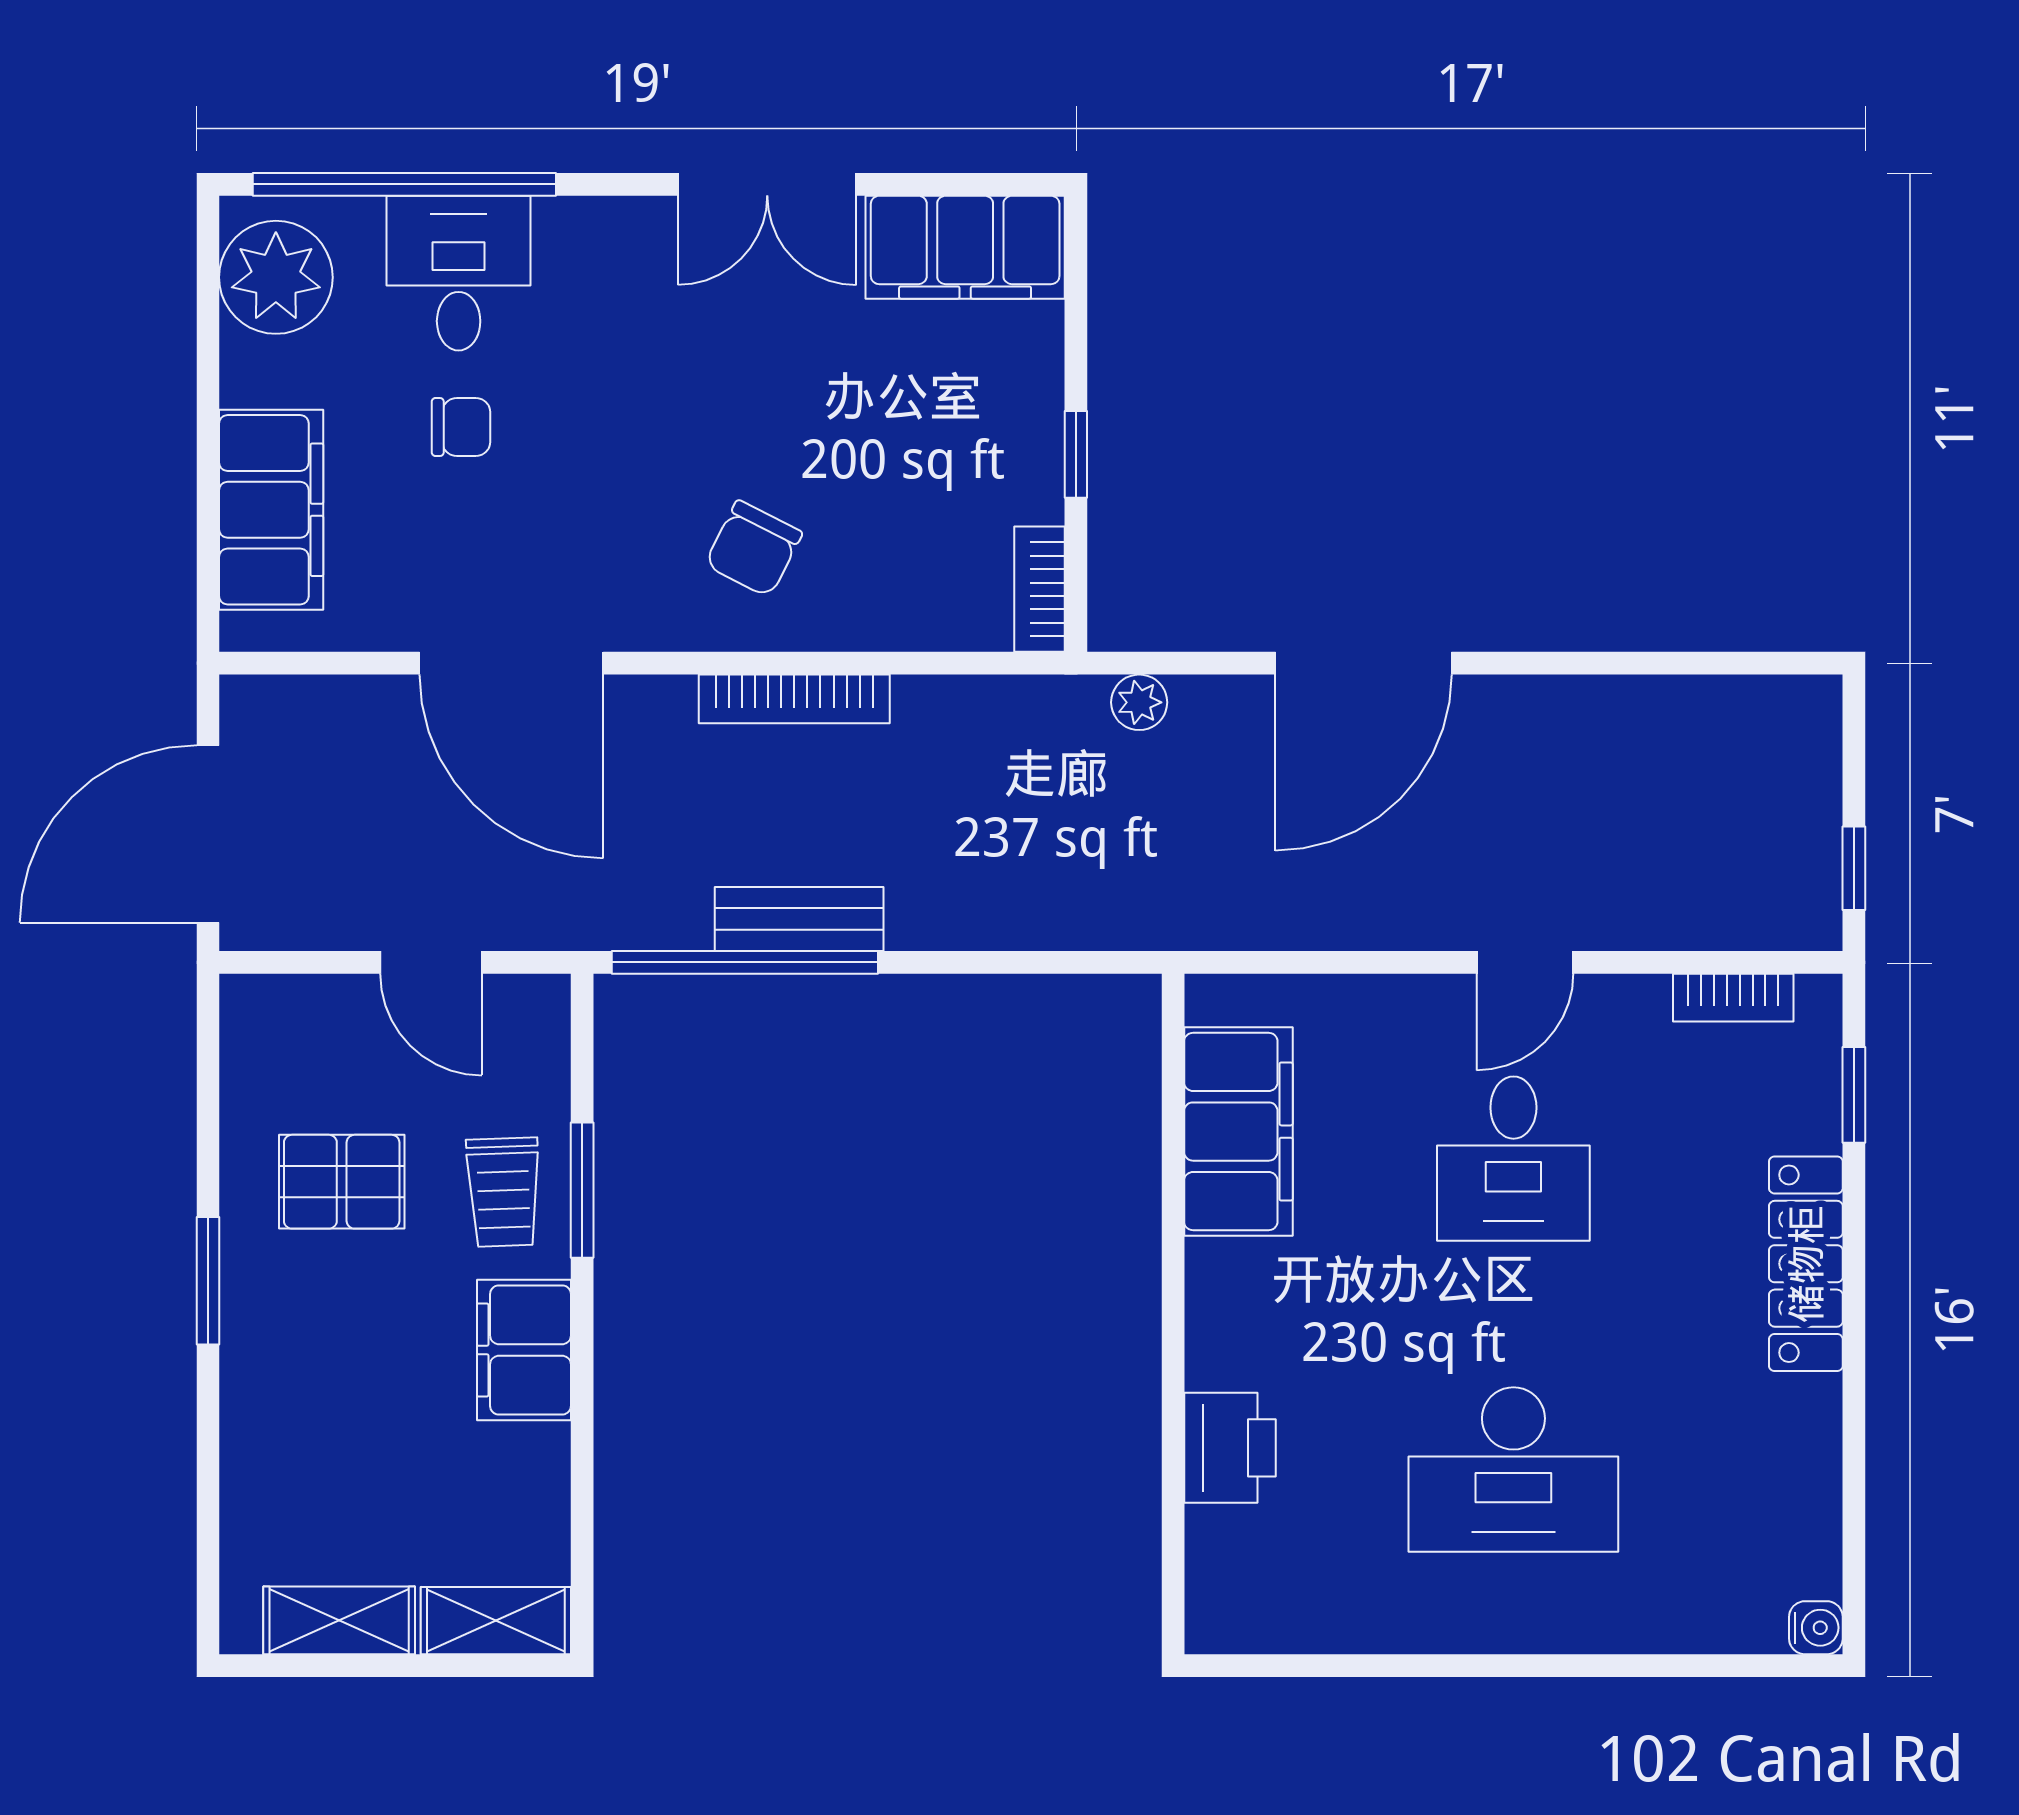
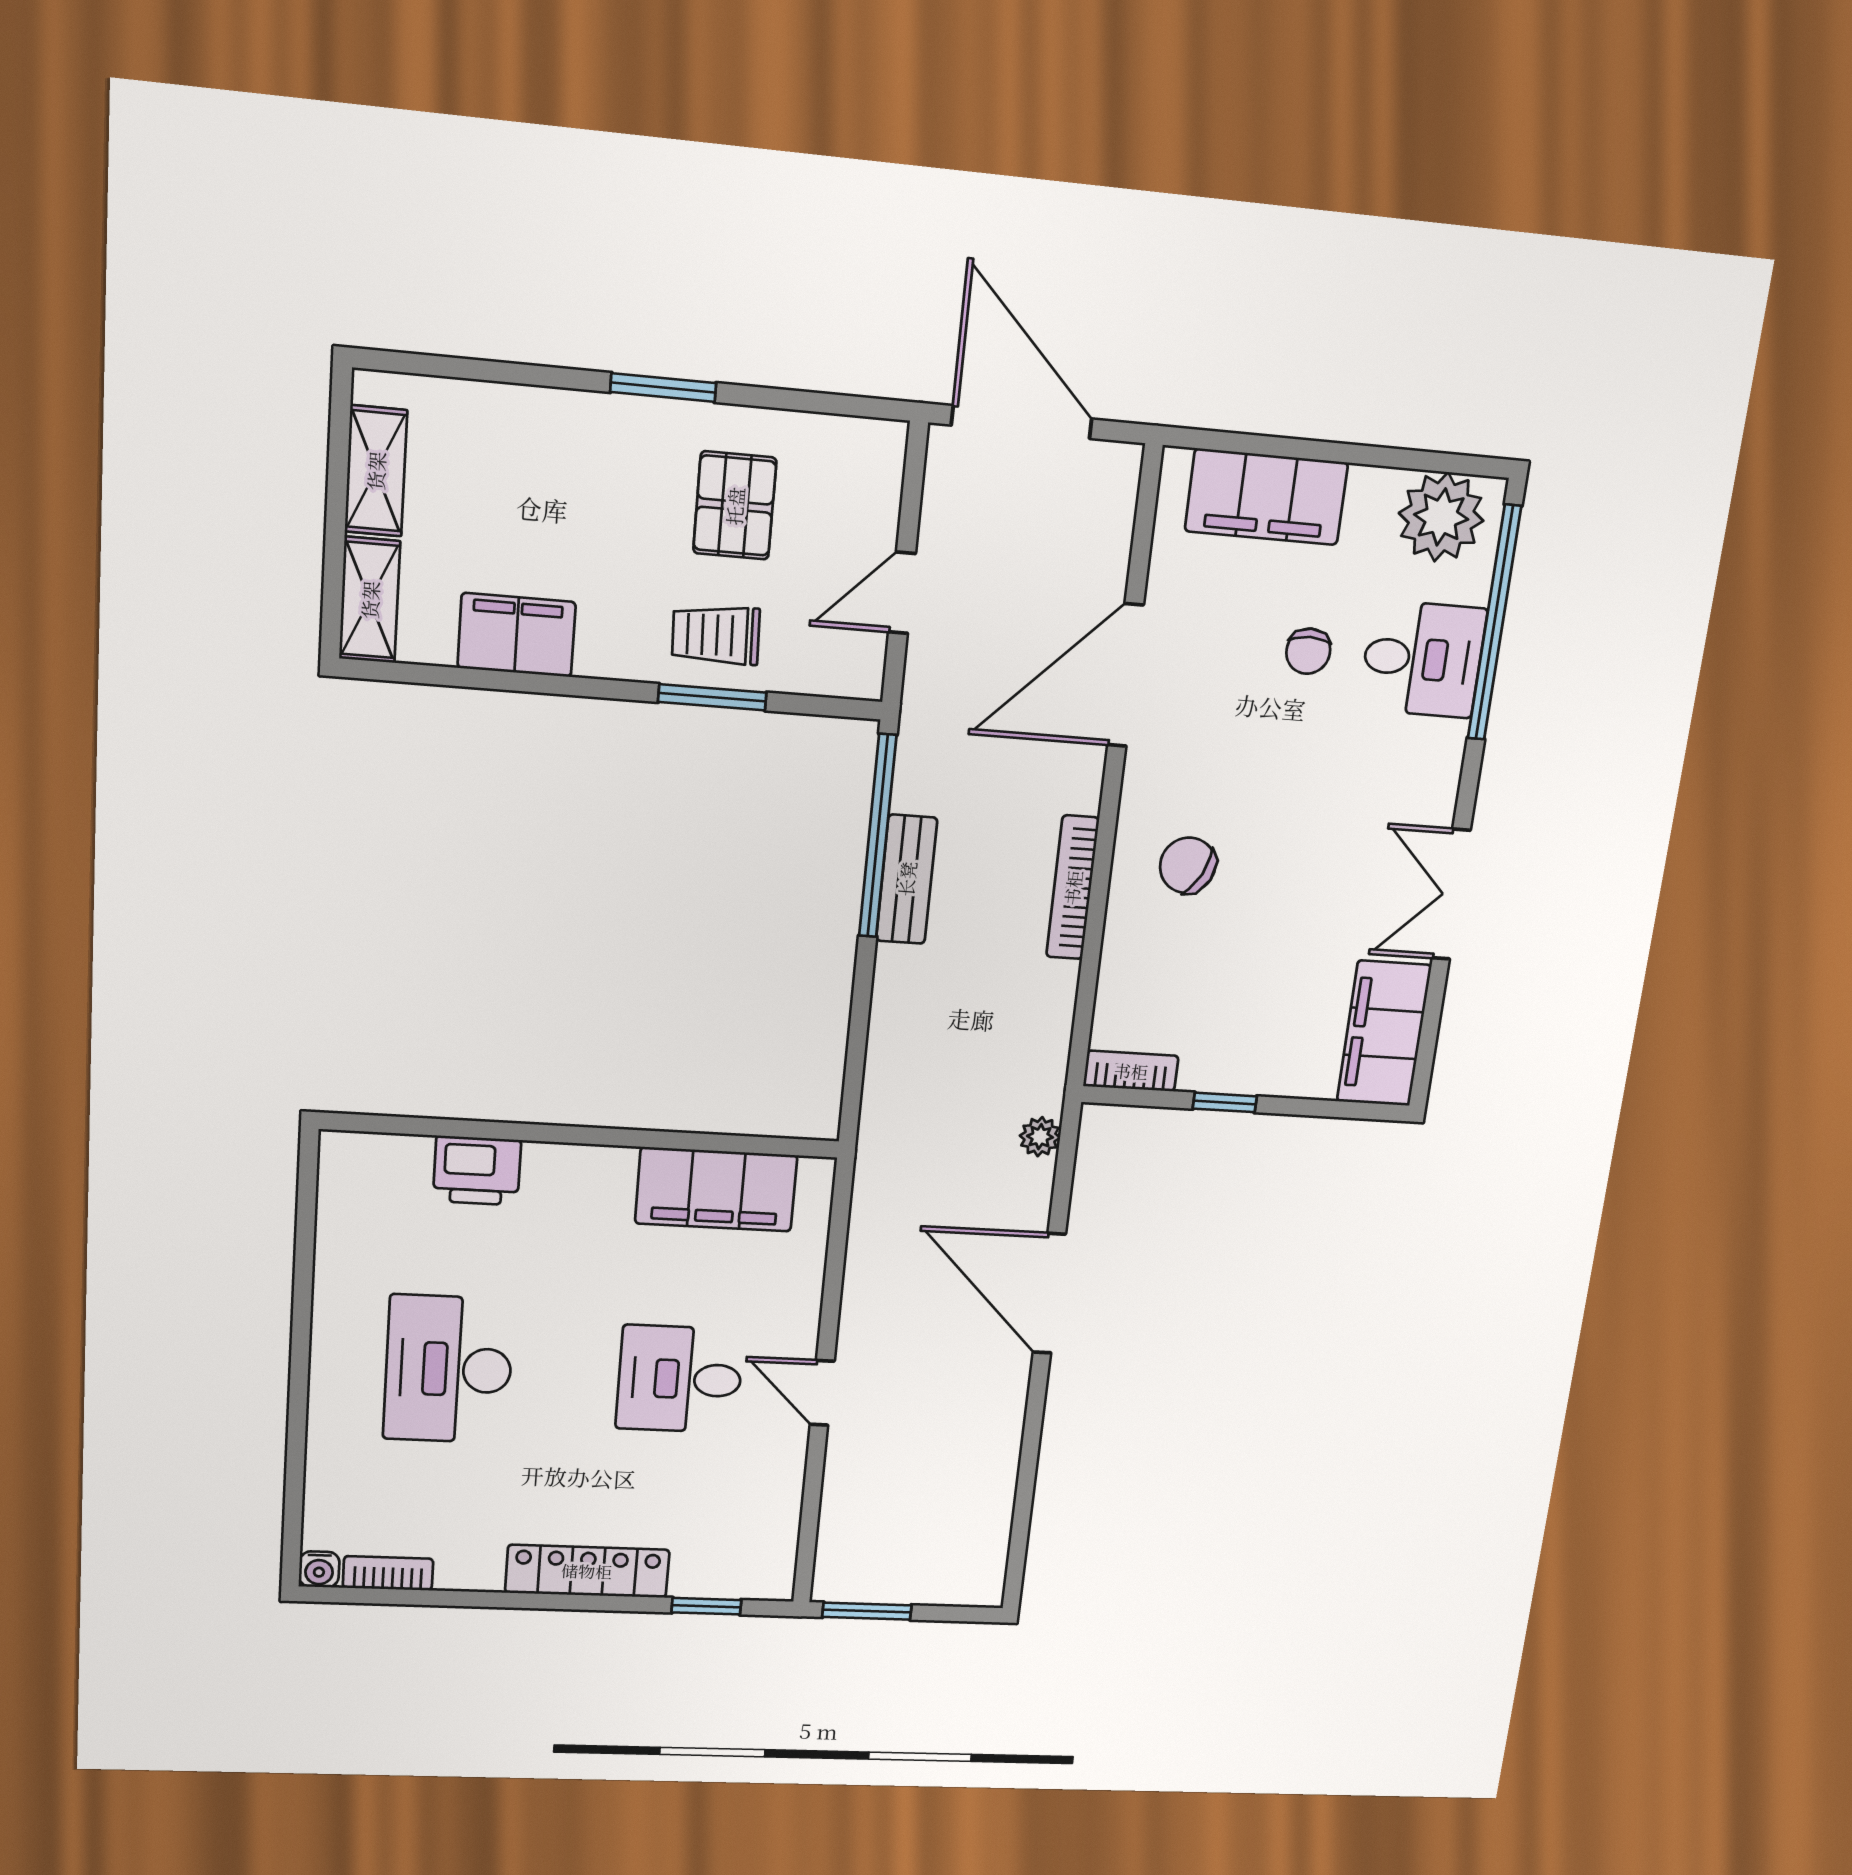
window: (1854, 868) -> (867, 1611), width x1.50
bookcase: (1733, 998) -> (388, 1573), moved, turned 90
filing cabinet: (524, 1350) -> (517, 635), moved

